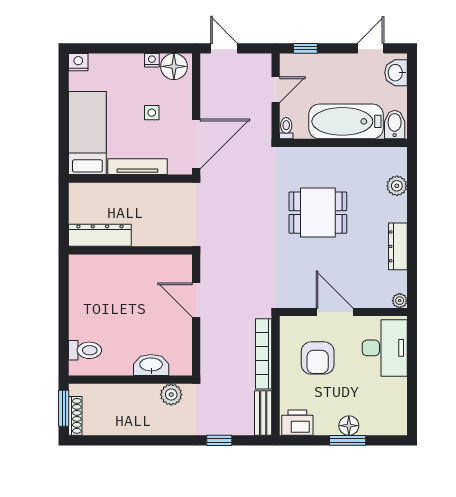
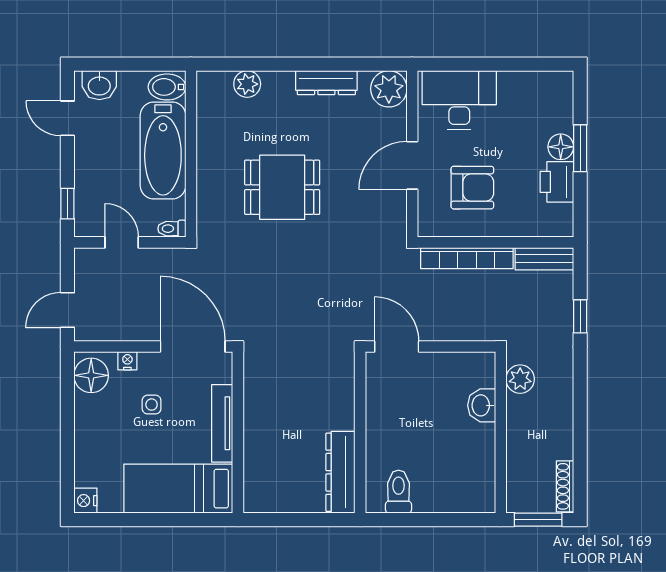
nightstand: (152, 60) -> (127, 361), moved, turned 90
dining table: (318, 213) -> (282, 187), turned 90
dresser: (100, 235) -> (340, 472), moved
wall: (130, 250) -> (360, 432), moved
door: (196, 300) -> (397, 347), swing flipped
plant: (400, 301) -> (389, 89), width x1.87, depth x1.87
toilet: (85, 350) -> (399, 492), moved
washbasin: (151, 365) -> (482, 405), width x0.72
shoe rack: (75, 416) -> (565, 486), moved, turned -90
printer: (297, 423) -> (557, 182), moved

